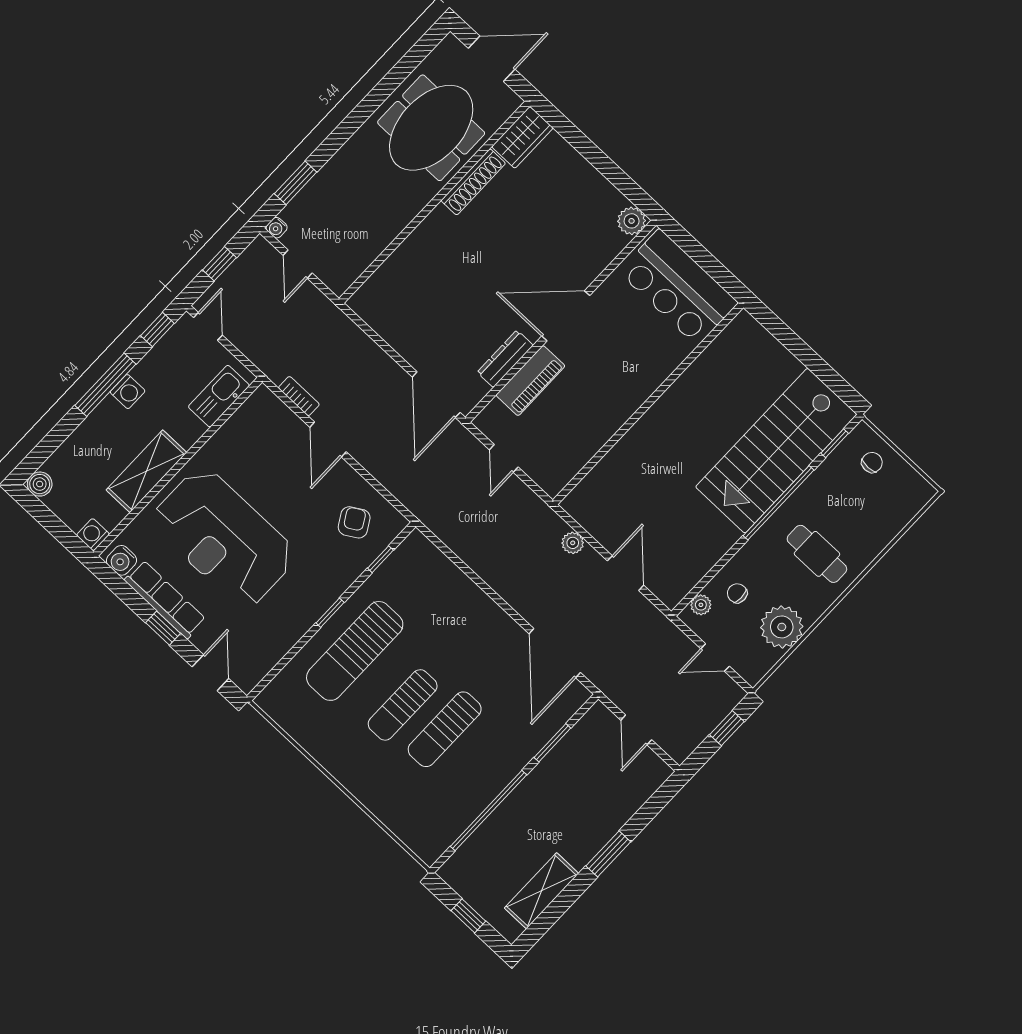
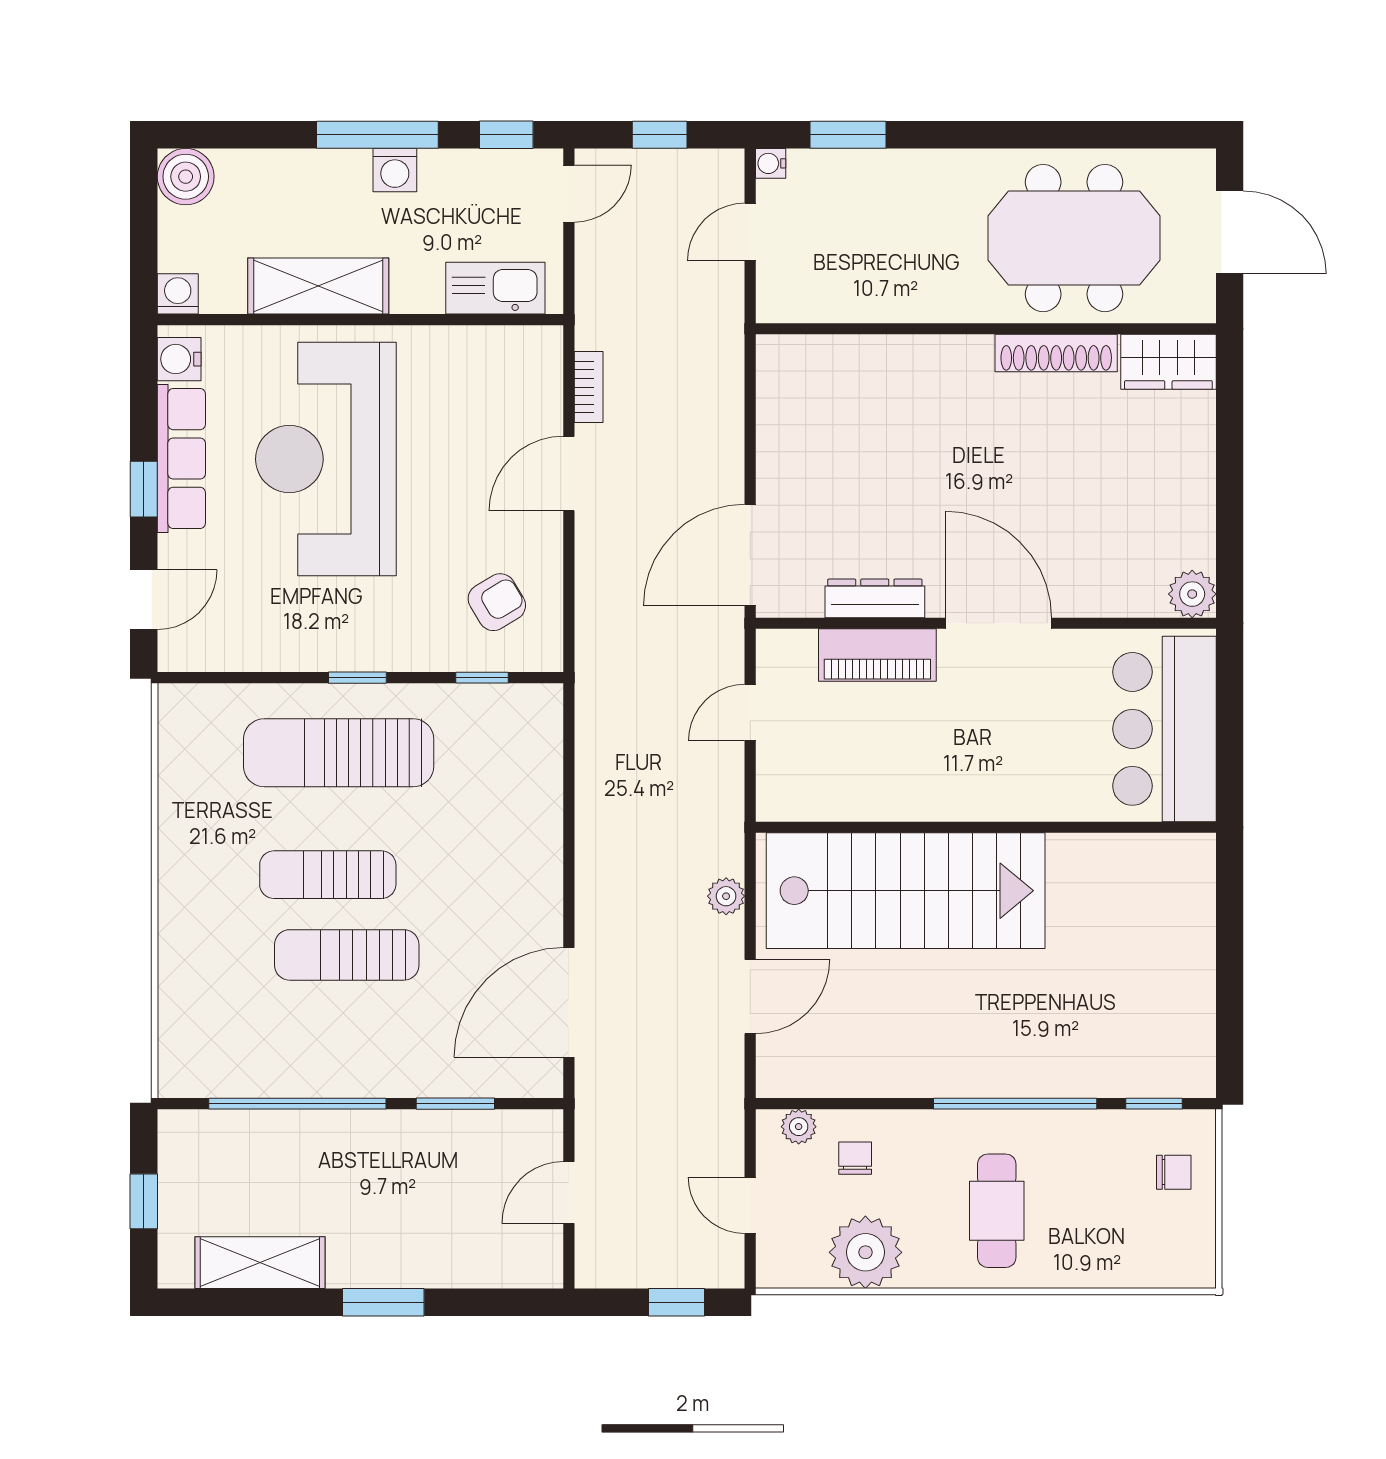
stairs: (776, 451) -> (906, 891), moved, turned 180
boiler: (40, 484) -> (186, 177), width x1.36, depth x1.36

